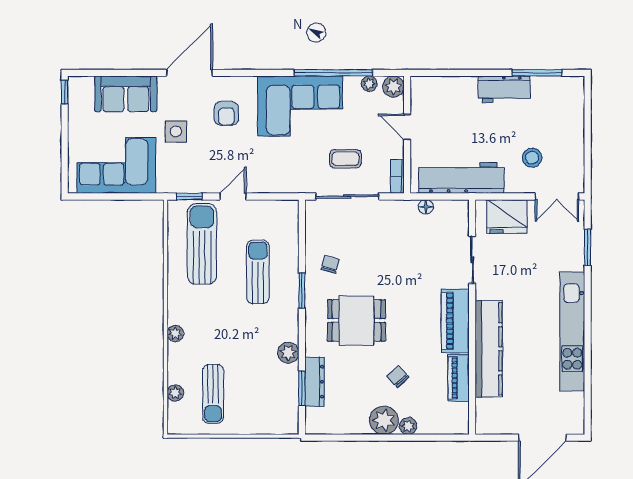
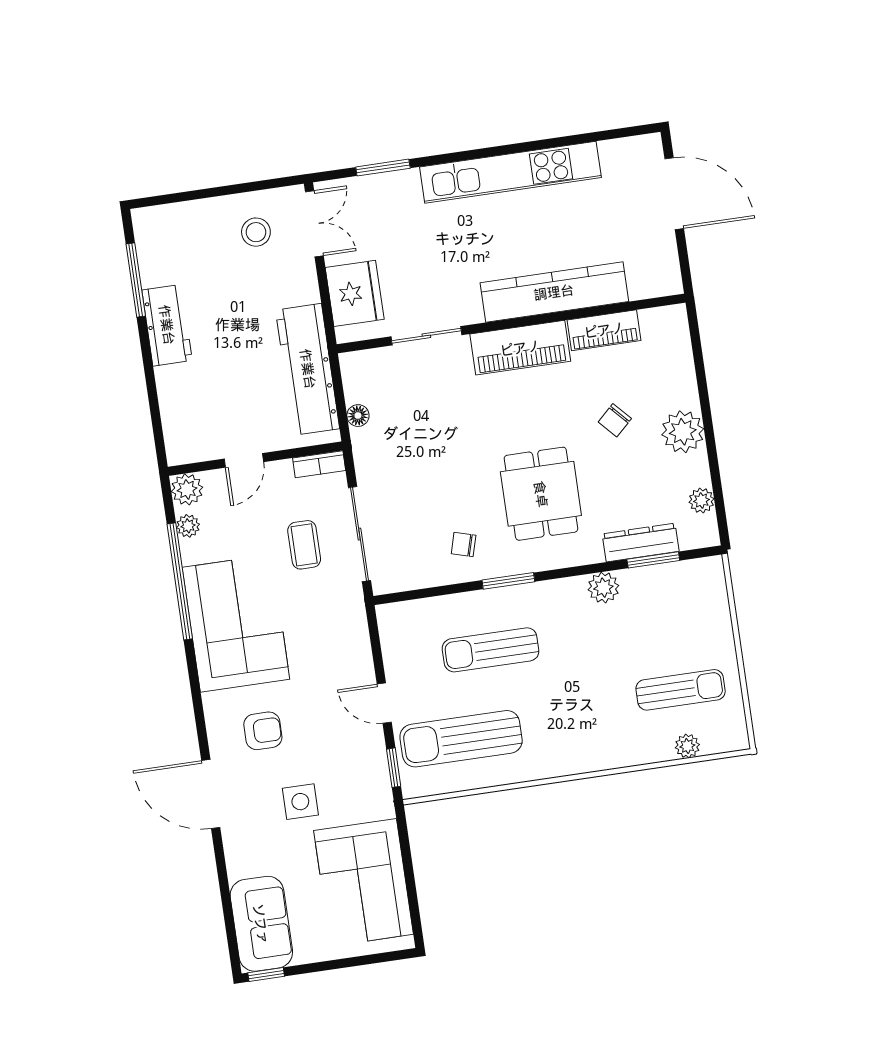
sofa: (126, 94) -> (261, 924), moved
stool: (532, 158) -> (256, 232), moved
plant: (175, 333) -> (599, 759), removed
plant: (408, 426) -> (701, 501), moved

